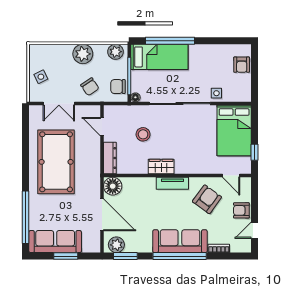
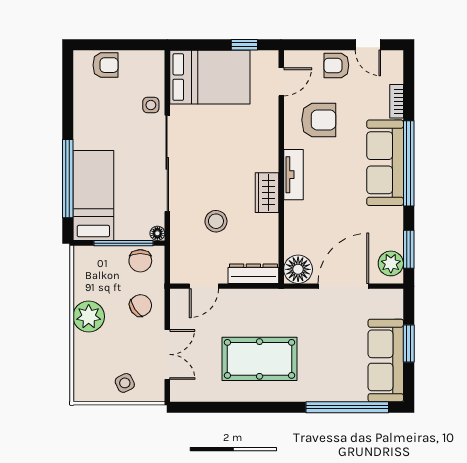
plant: (116, 52) -> (85, 265), removed
pool table: (56, 162) -> (260, 359), width x0.73, depth x0.76
armchair: (207, 199) -> (319, 120), turned 144
armchair: (241, 210) -> (336, 65), turned 90

